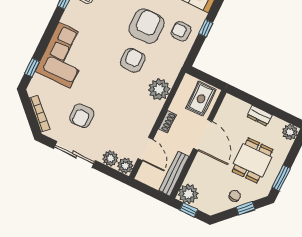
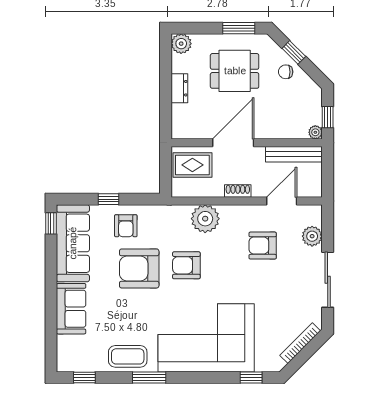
corner sofa: (64, 55) -> (206, 338), width x1.36, depth x1.36
armchair: (82, 116) -> (263, 246), moved, turned 180
plant: (125, 166) -> (312, 215), removed
plant: (188, 194) -> (315, 132), width x0.53, depth x0.53

